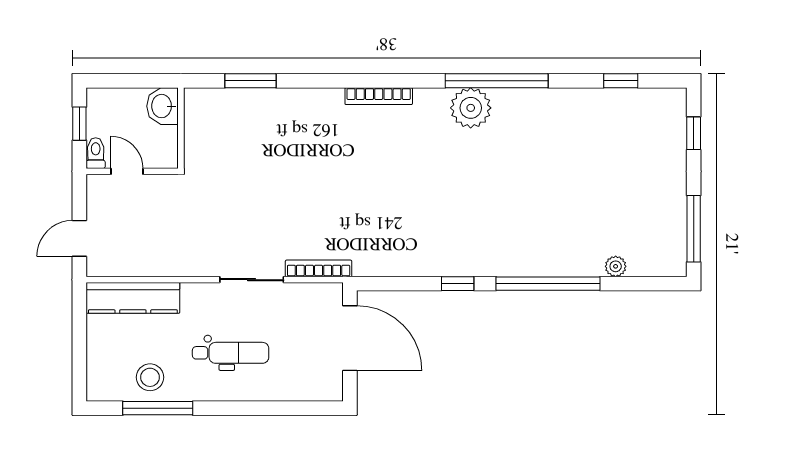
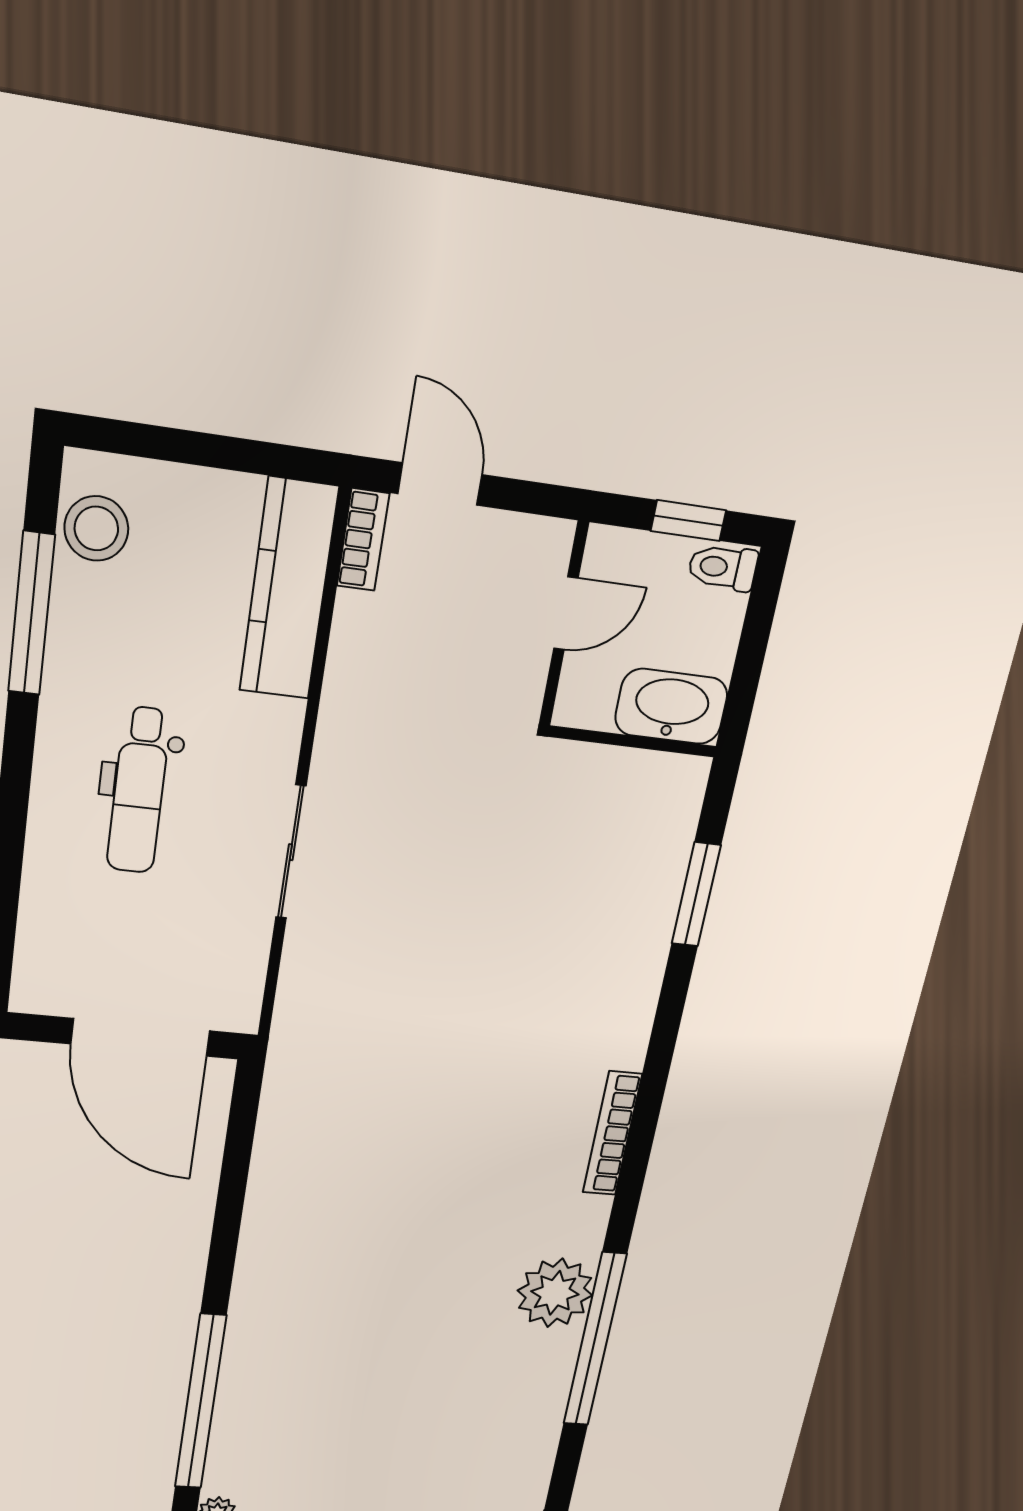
washbasin: (162, 106) -> (671, 706), width x1.38
toilet: (96, 153) -> (723, 568), moved, turned 180
bookcase: (319, 268) -> (363, 540), moved, width x0.64
window: (458, 284) -> (224, 1247), removed
door: (350, 338) -> (140, 1037), hinge flipped
stool: (150, 377) -> (96, 528), moved

